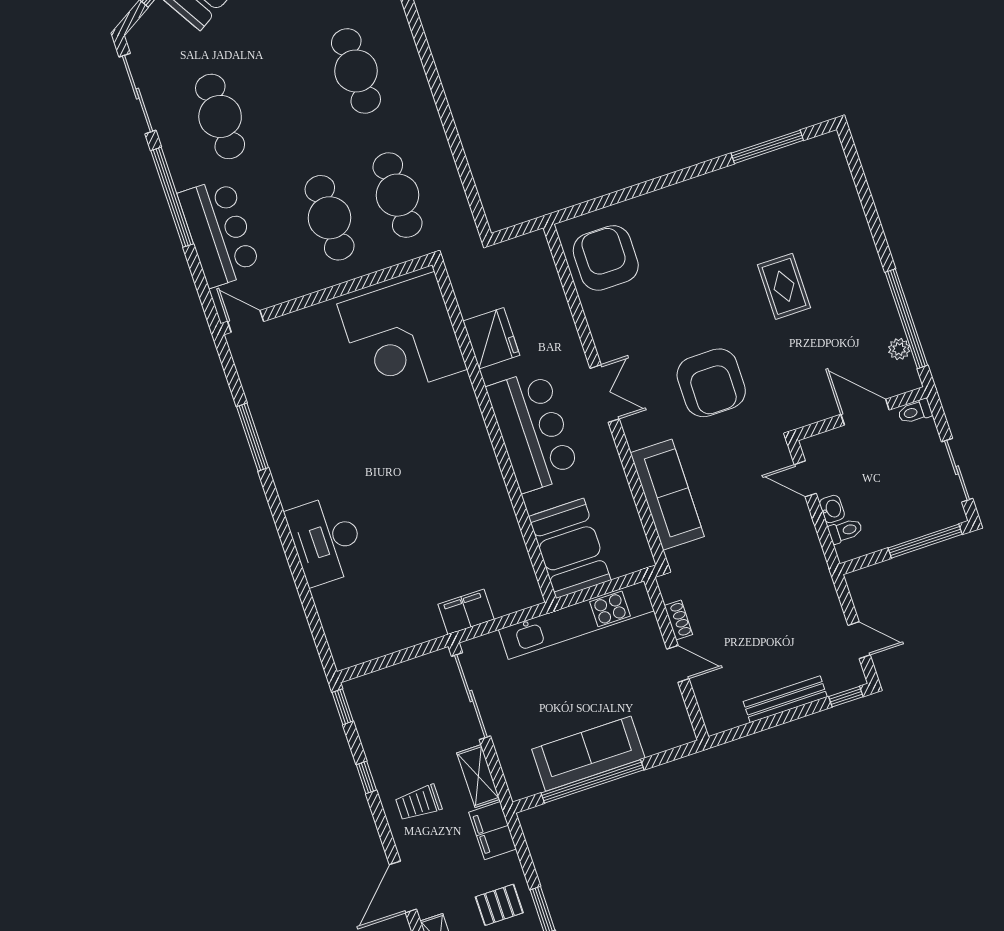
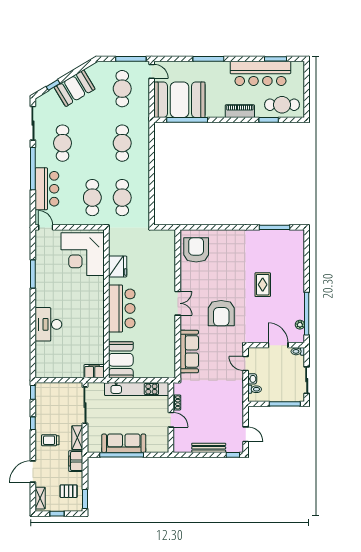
corner desk: (402, 337) -> (83, 254), moved
fridge: (491, 338) -> (118, 266), moved
bar counter: (533, 431) -> (122, 308), moved
wall: (494, 432) -> (106, 304), moved
booth: (570, 548) -> (121, 360), moved

